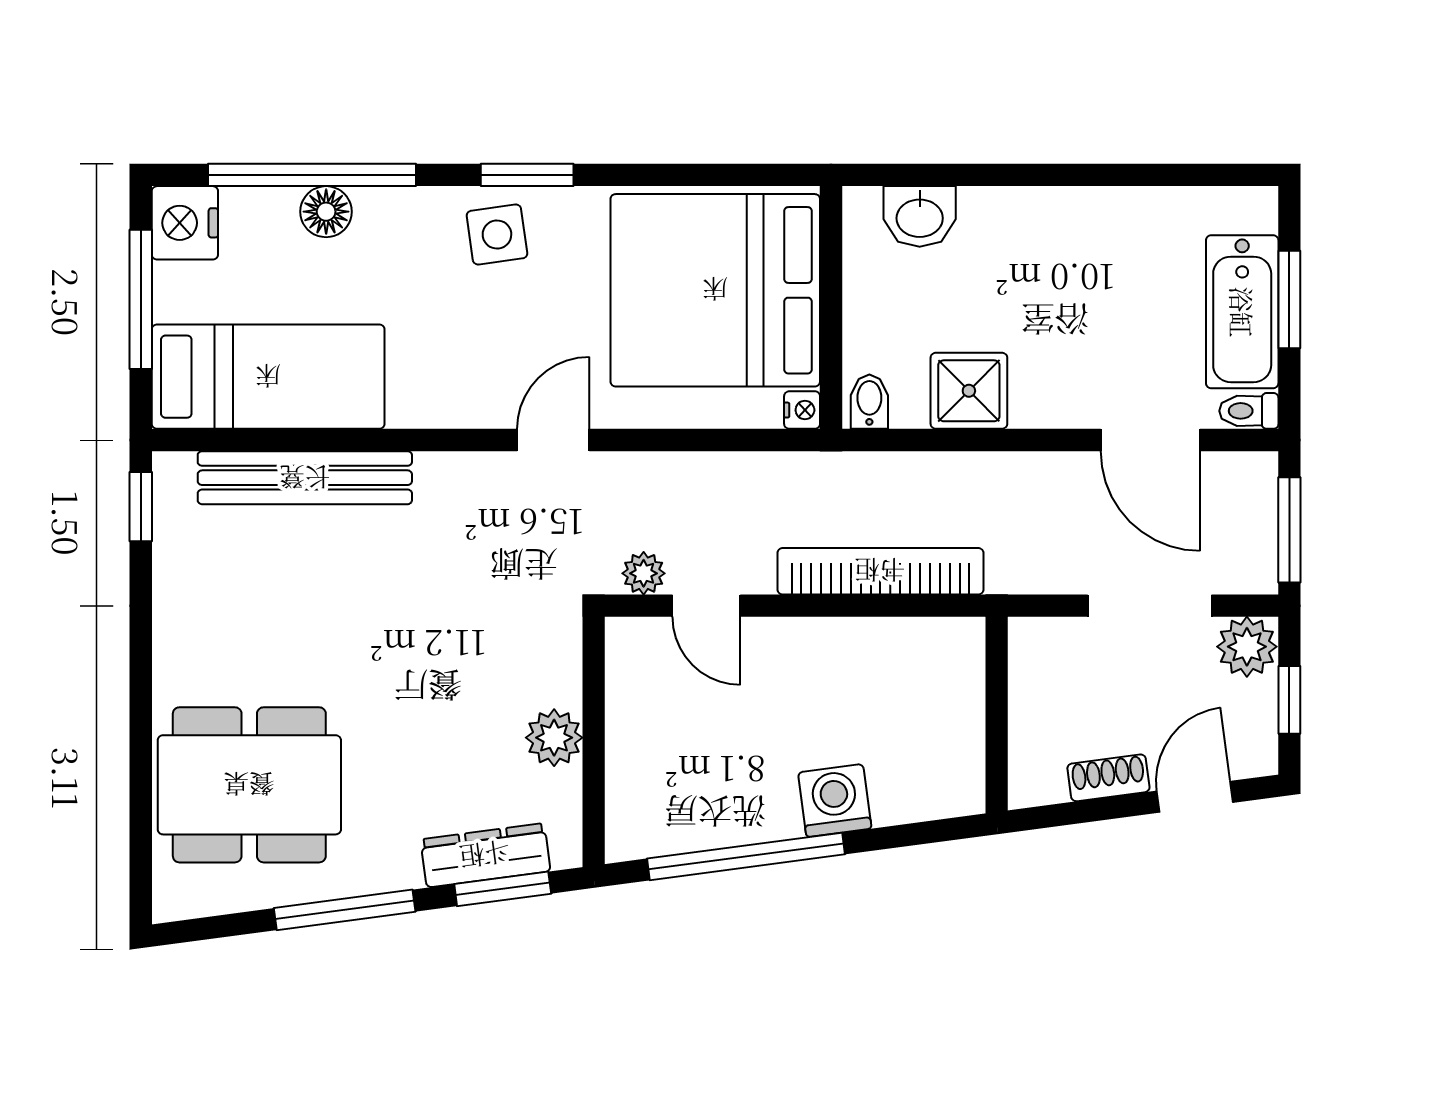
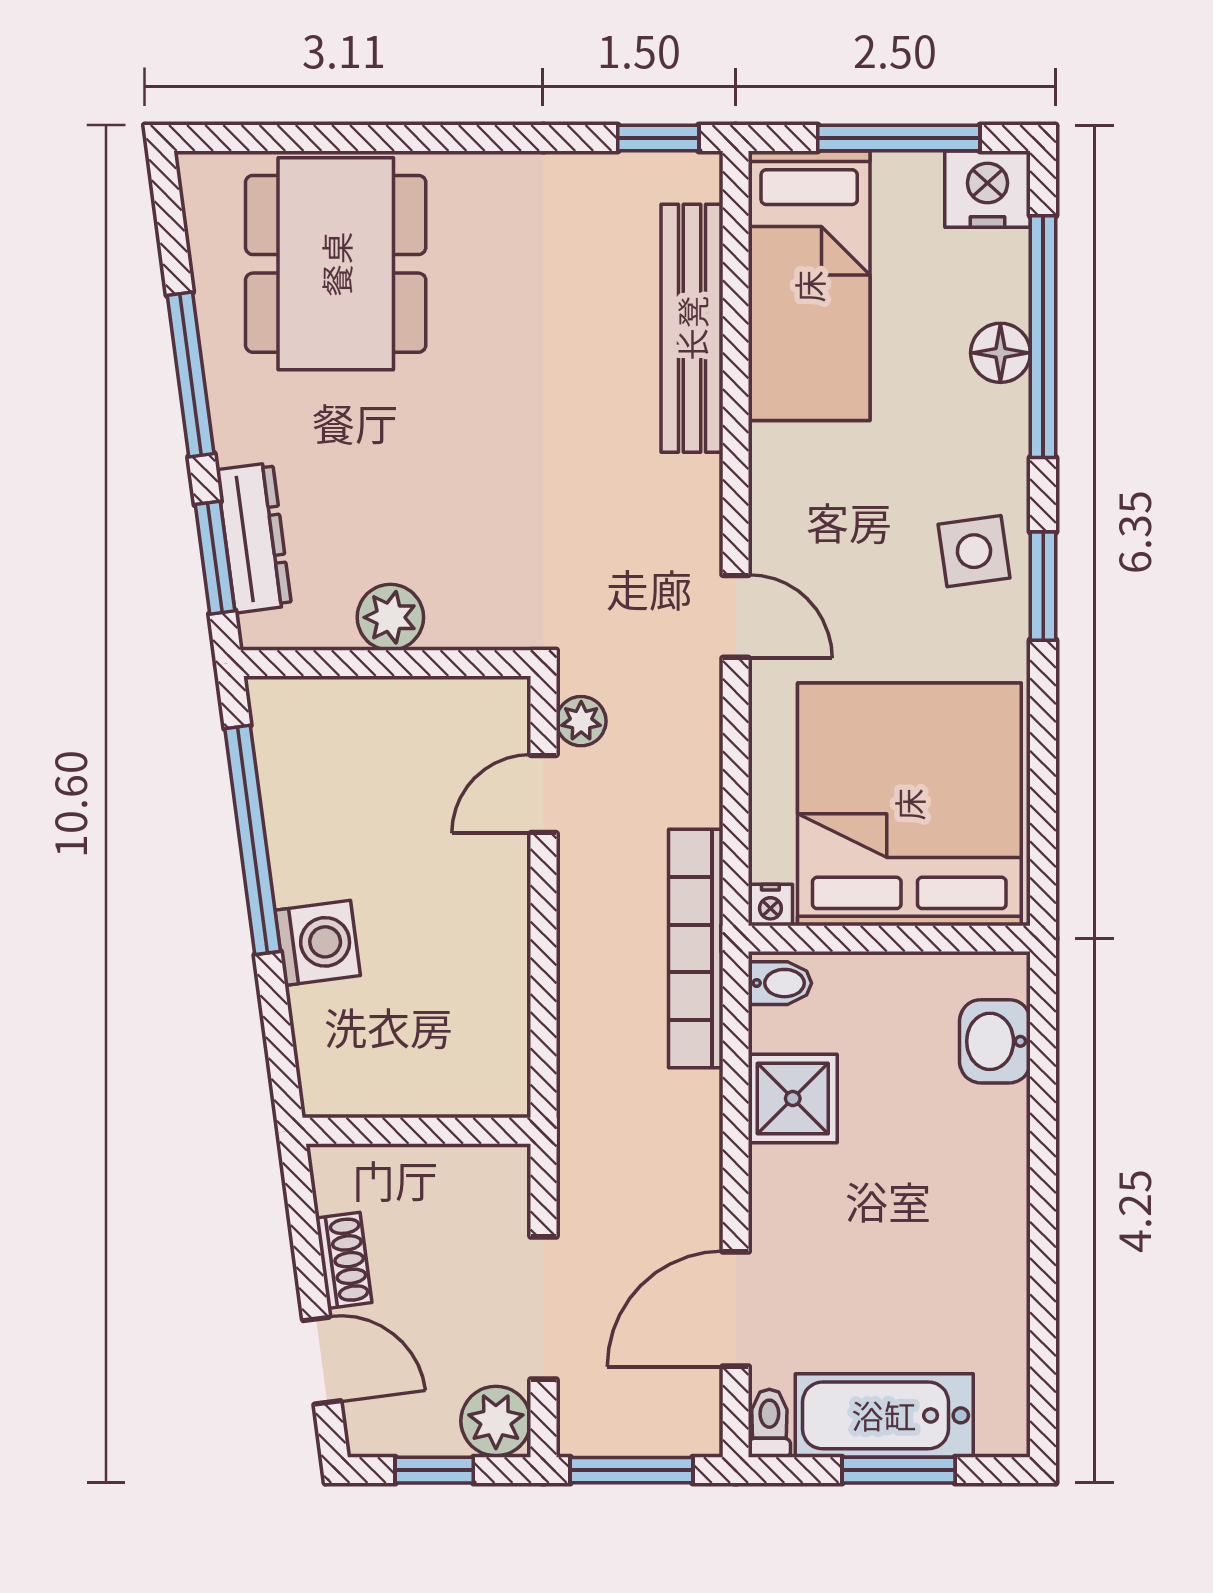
bookcase: (880, 571) -> (696, 949), moved, turned 180

